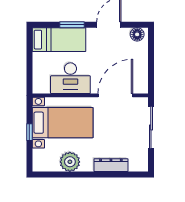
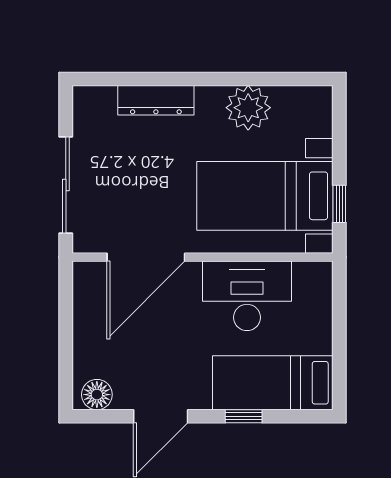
window: (72, 25) -> (244, 416), width x0.67
window: (29, 132) -> (339, 204), moved

